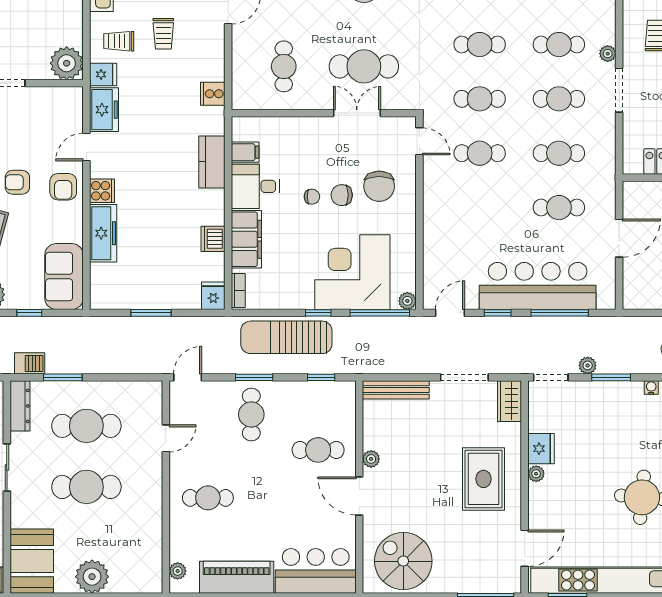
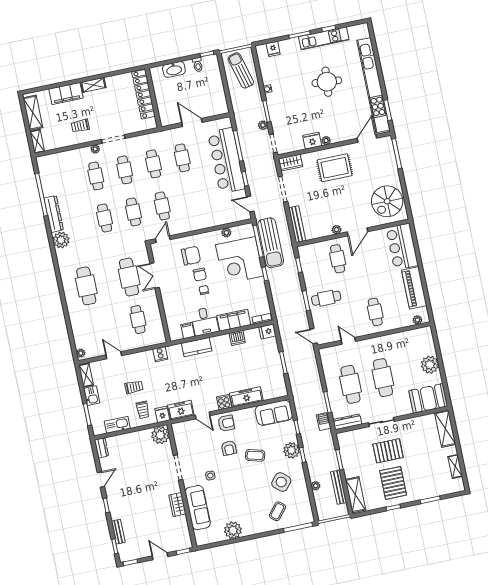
cafe table: (284, 66) -> (138, 320), turned 90
plant: (407, 301) -> (226, 233), moved
sun lounger: (286, 337) -> (271, 243), moved
door: (525, 548) -> (367, 138), hinge flipped

